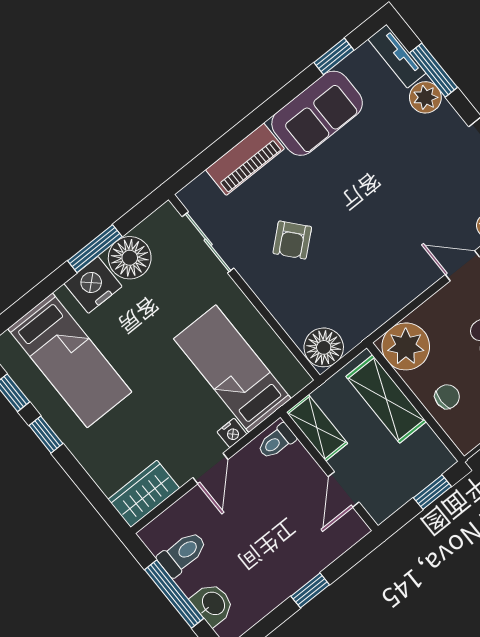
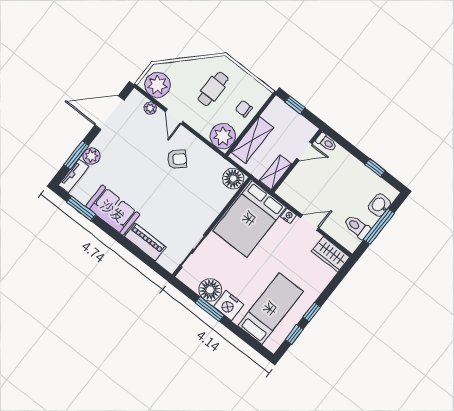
window: (334, 56) -> (81, 208), width x1.50
armchair: (292, 240) -> (177, 159), moved
bed: (232, 369) -> (250, 219), width x1.50
toilet: (277, 442) -> (326, 142), moved
window: (310, 590) -> (375, 168), moved

